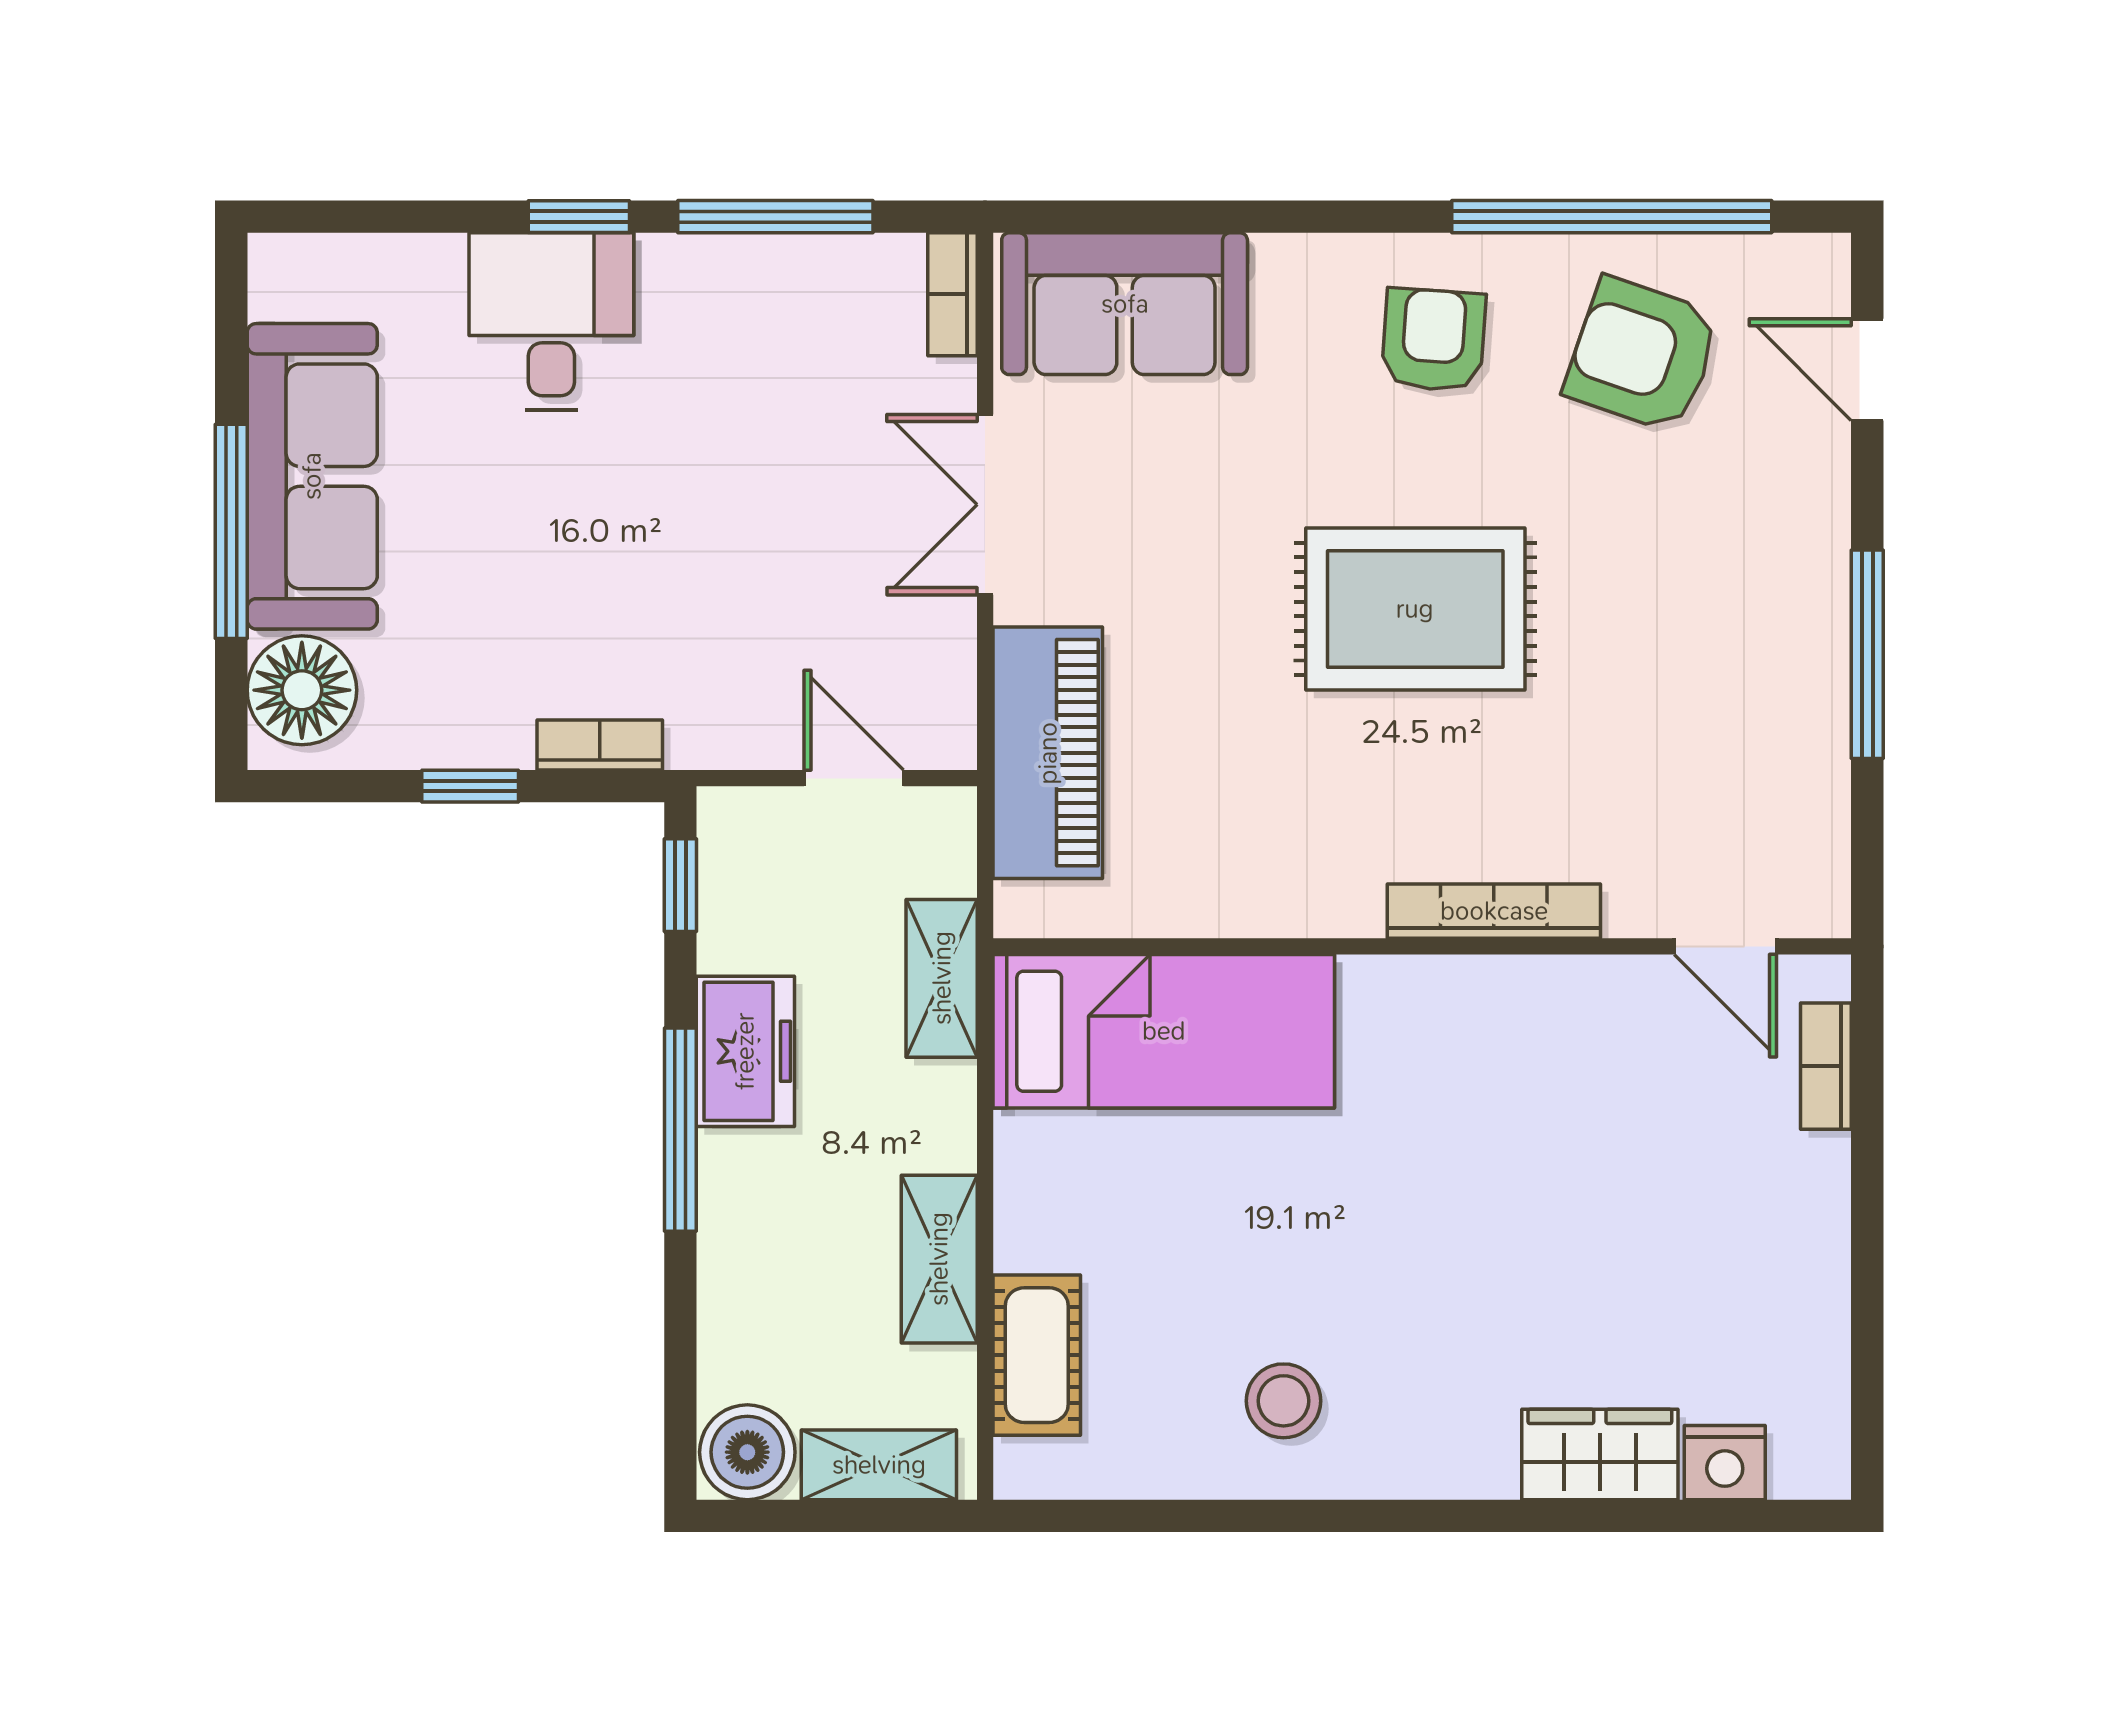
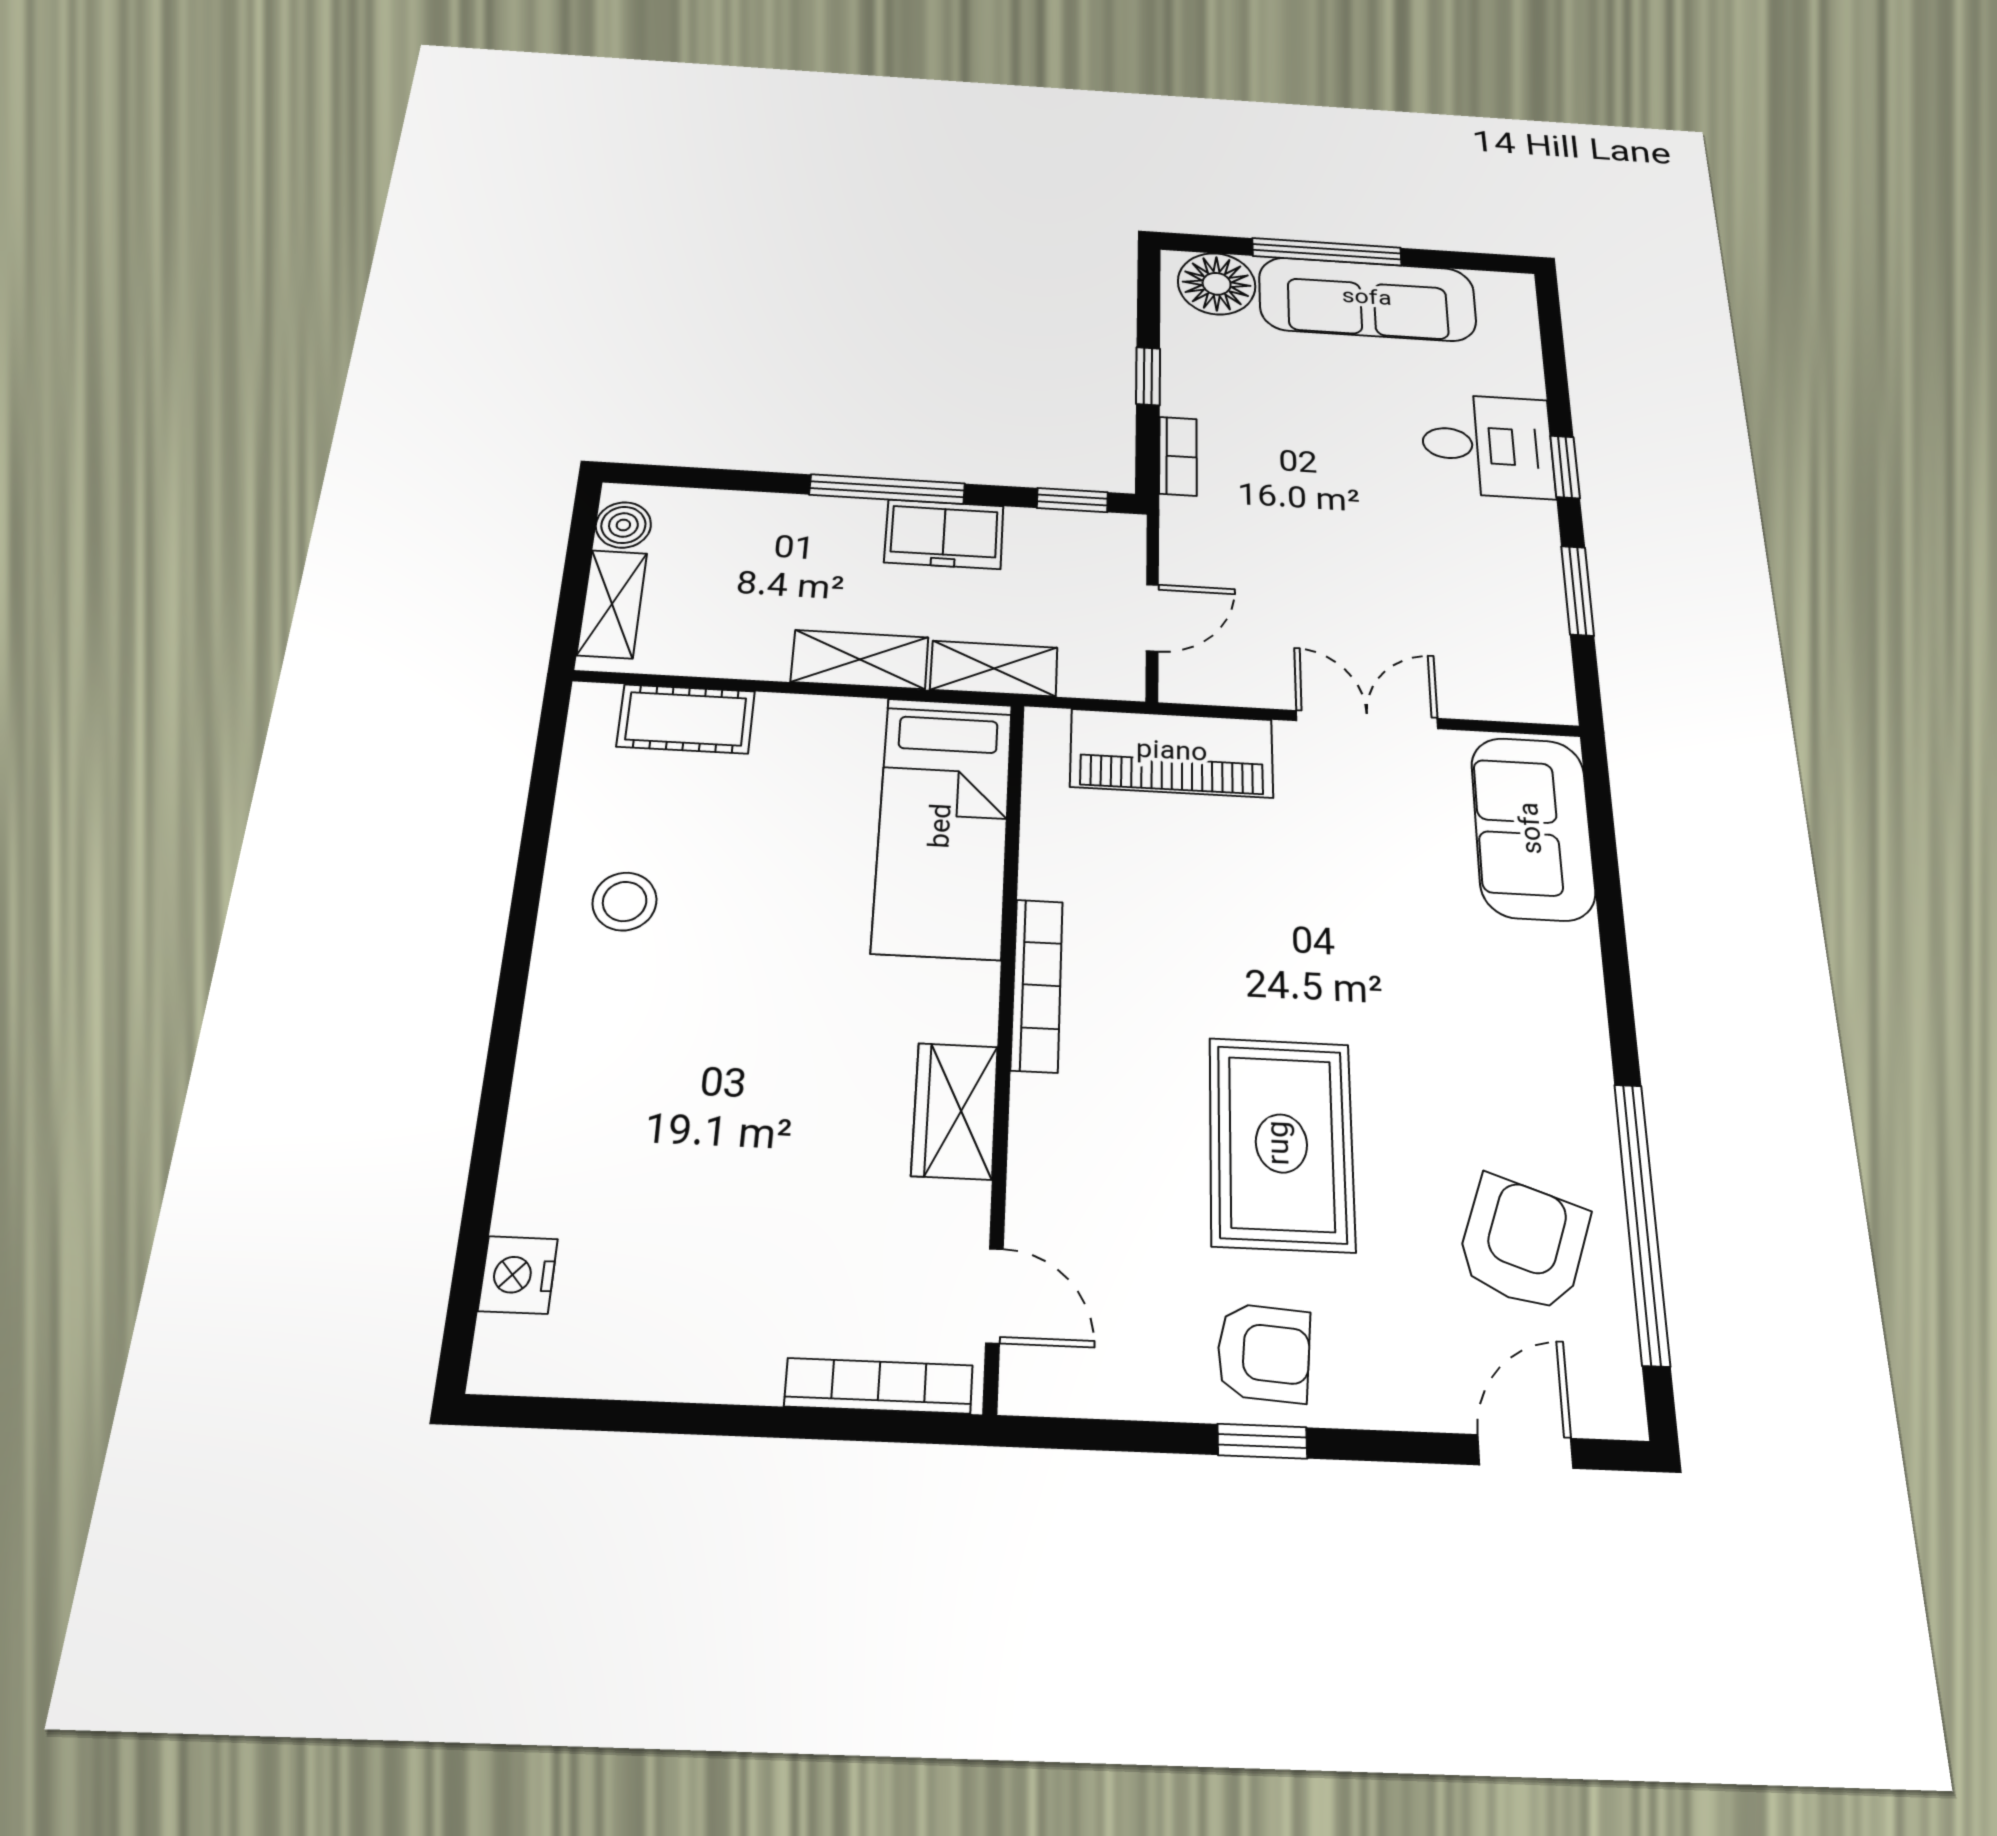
window: (775, 217) -> (1578, 591), width x0.69
bookcase: (952, 294) -> (1530, 706), removed
armchair: (1434, 340) -> (1264, 1353), moved
rug: (1415, 609) -> (1281, 1143), moved
window: (1867, 654) -> (1262, 1441), width x0.46
bookcase: (1494, 911) -> (1037, 985), moved
door: (1725, 946) -> (994, 1296), swing flipped
bookcase: (1826, 1066) -> (879, 1386), width x1.56
shelving: (939, 1259) -> (860, 659), moved
boiler: (747, 1452) -> (623, 525), width x0.73, depth x0.73
wardrobe: (1600, 1455) -> (955, 1111), moved, turned 180

